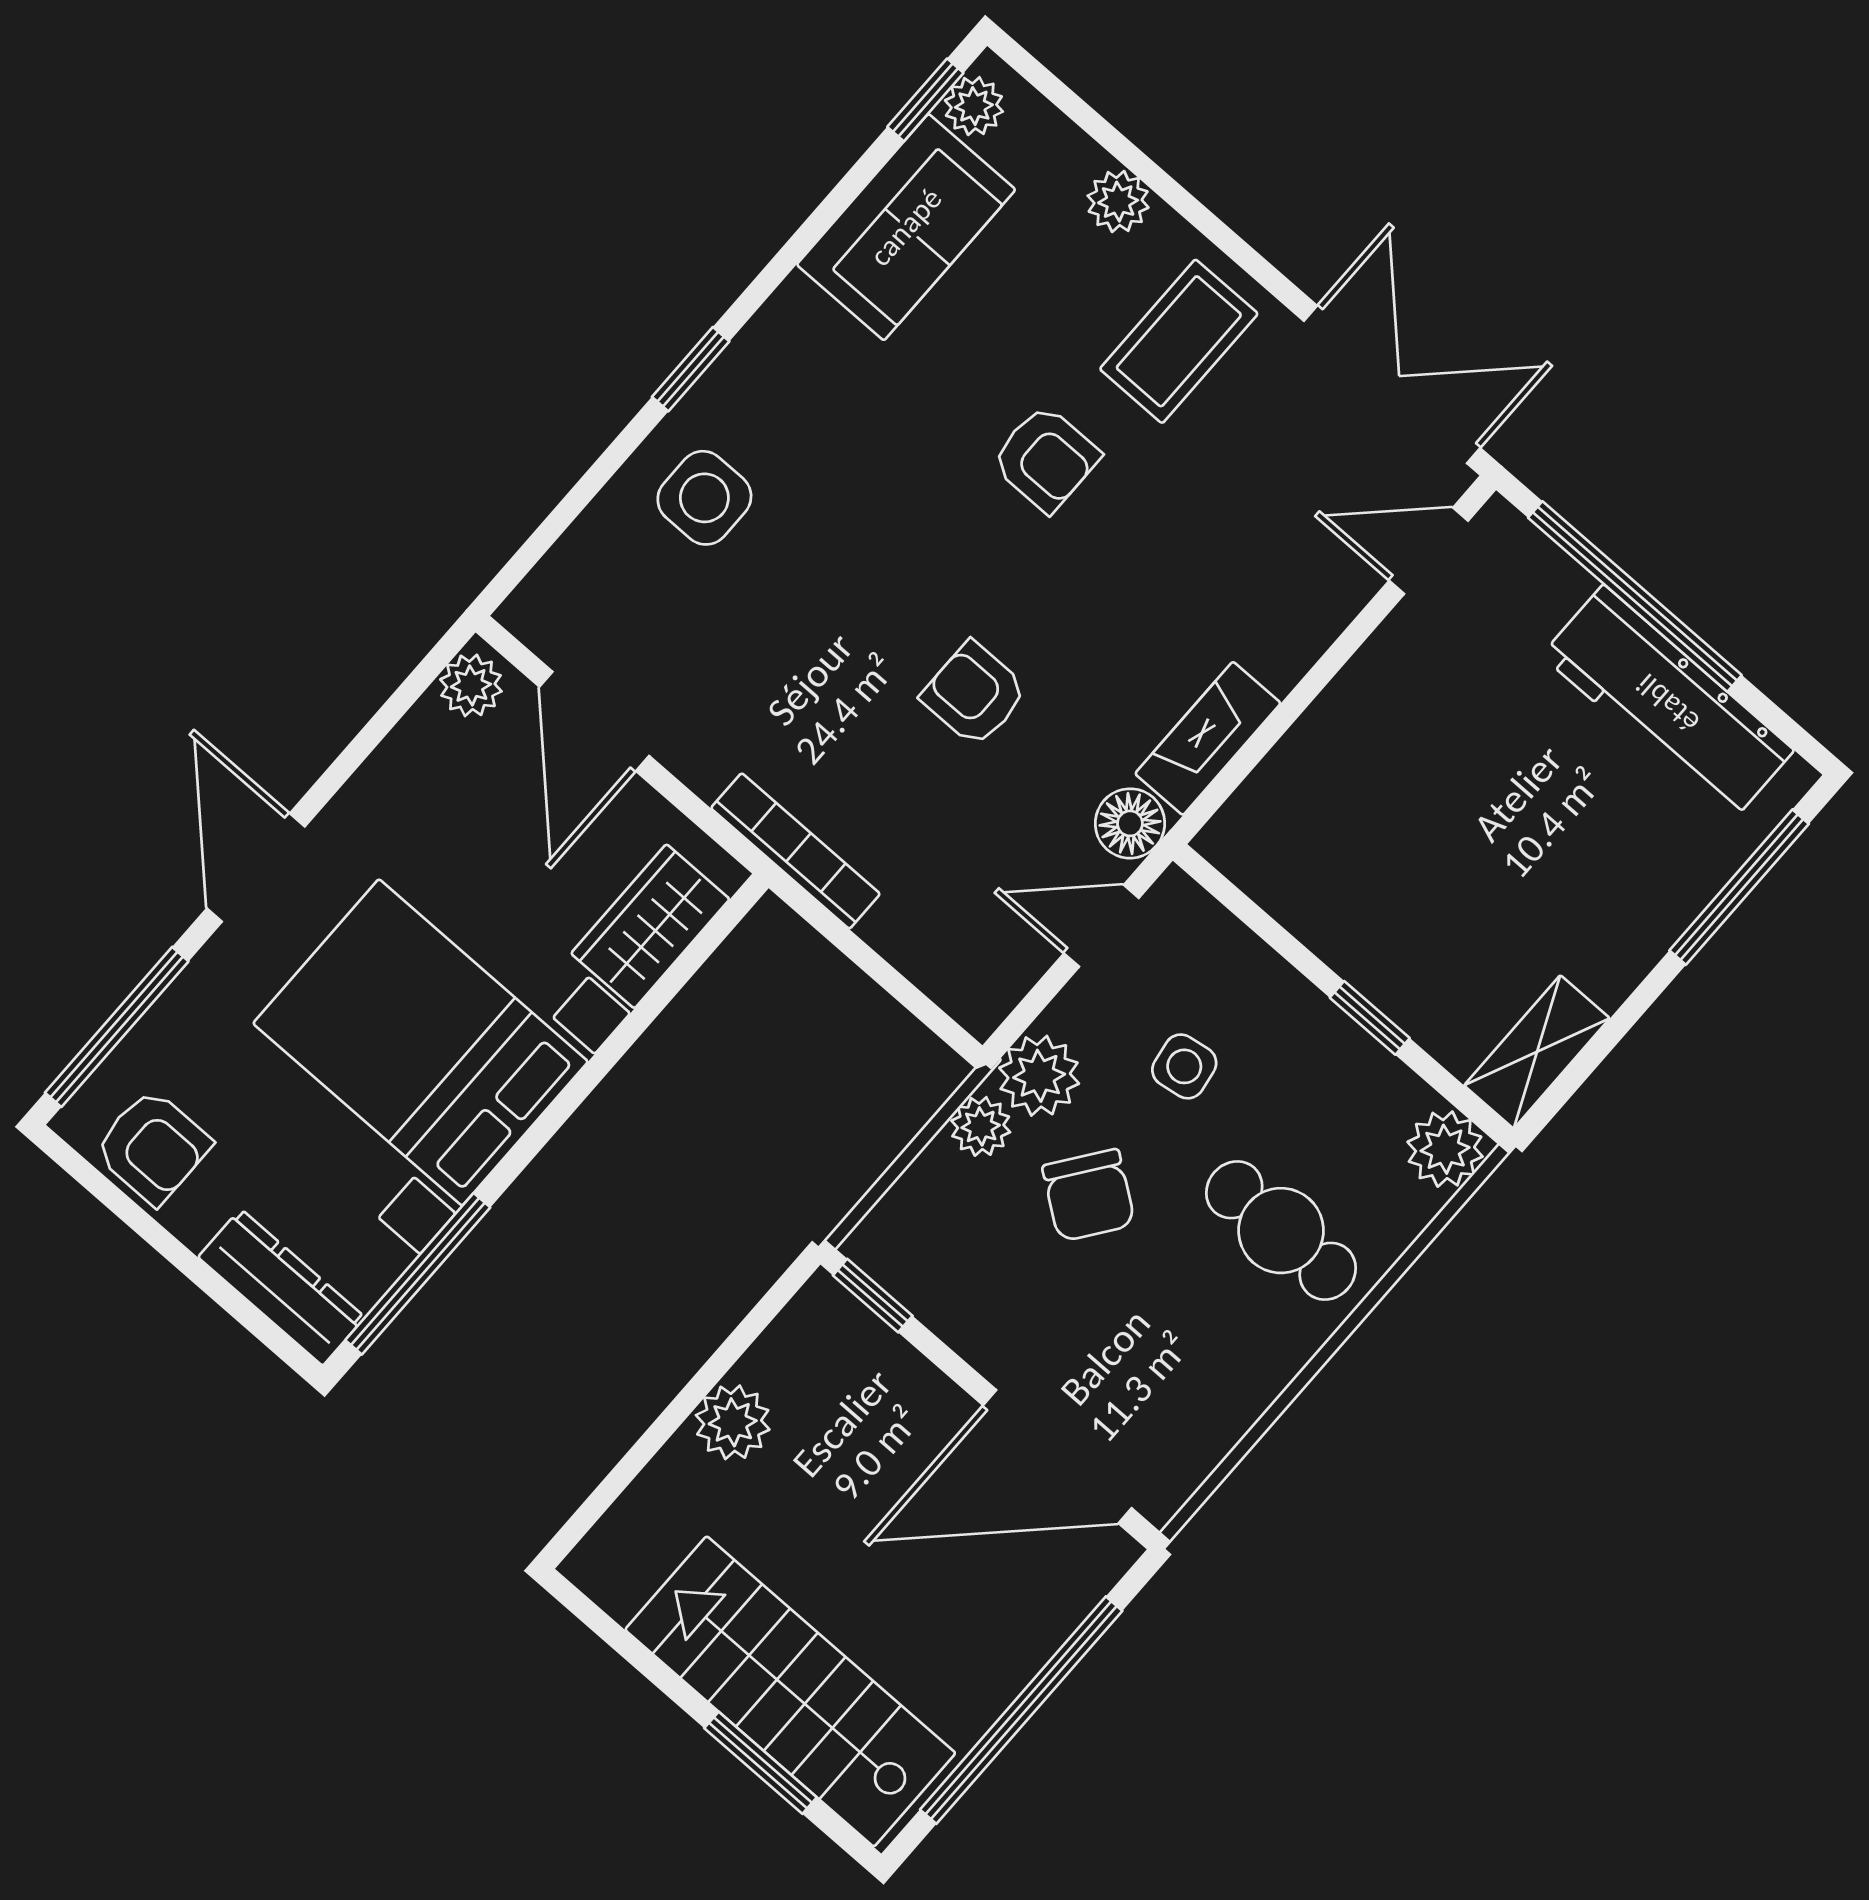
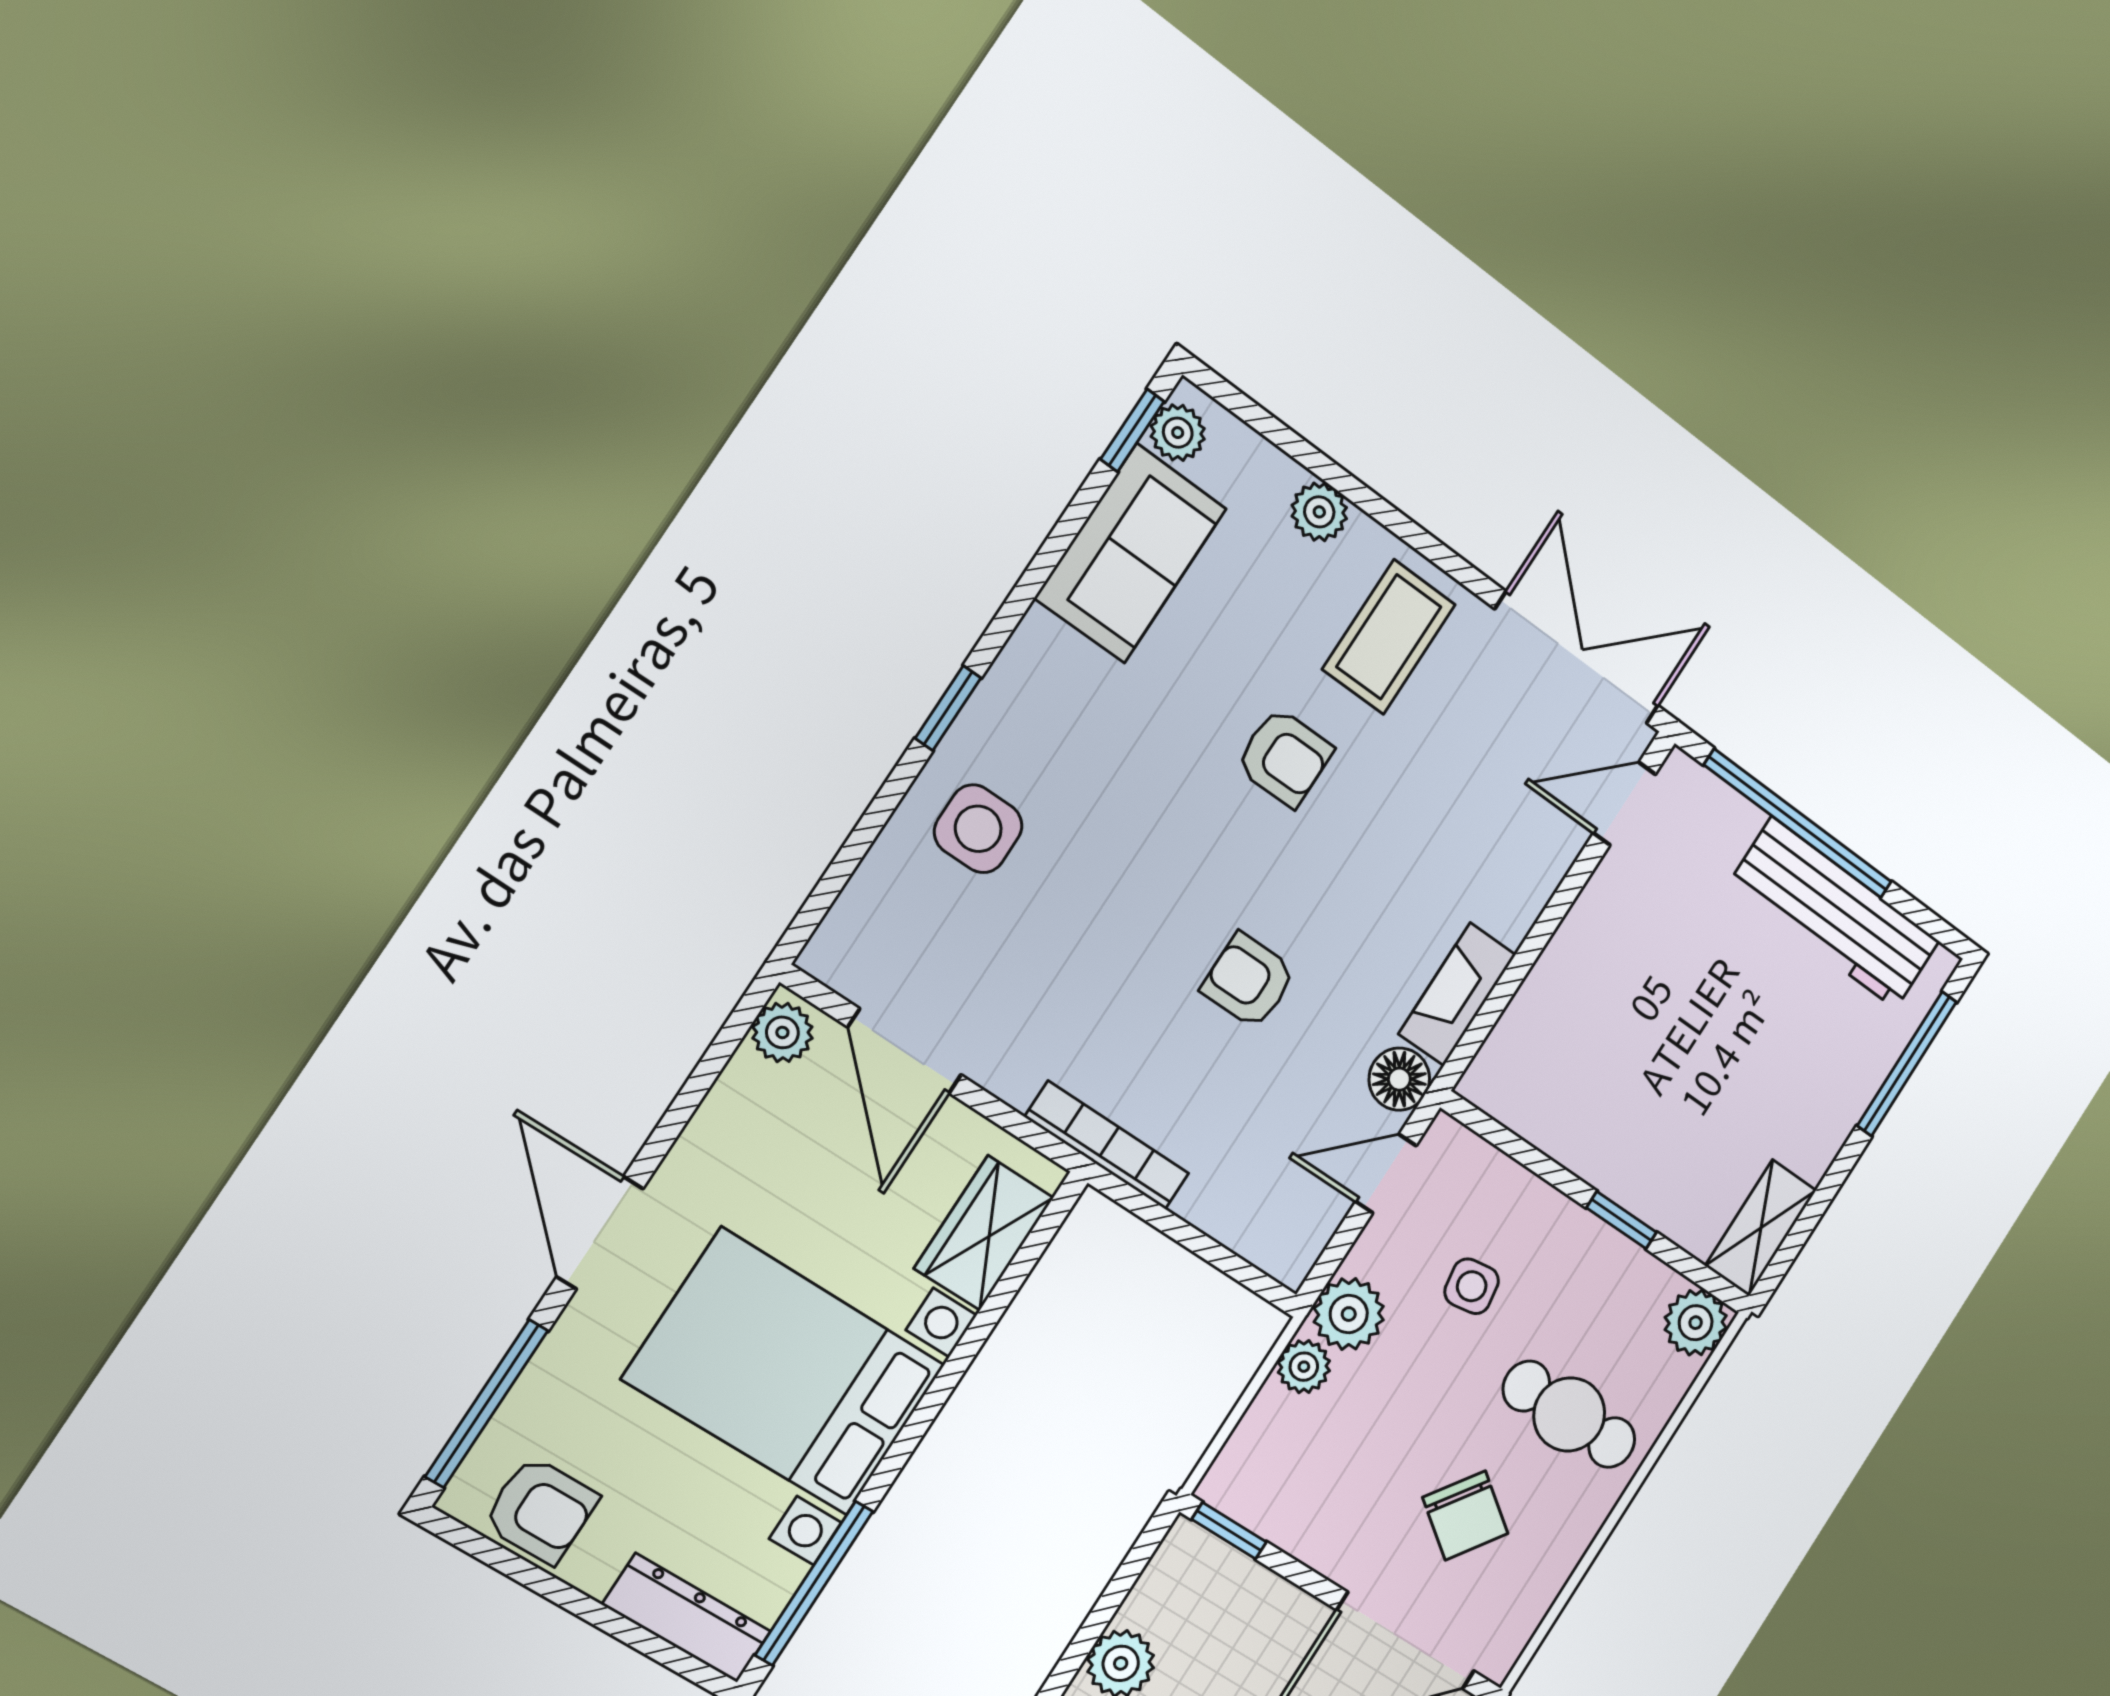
chair: (1089, 1195) -> (1465, 1515), moved

